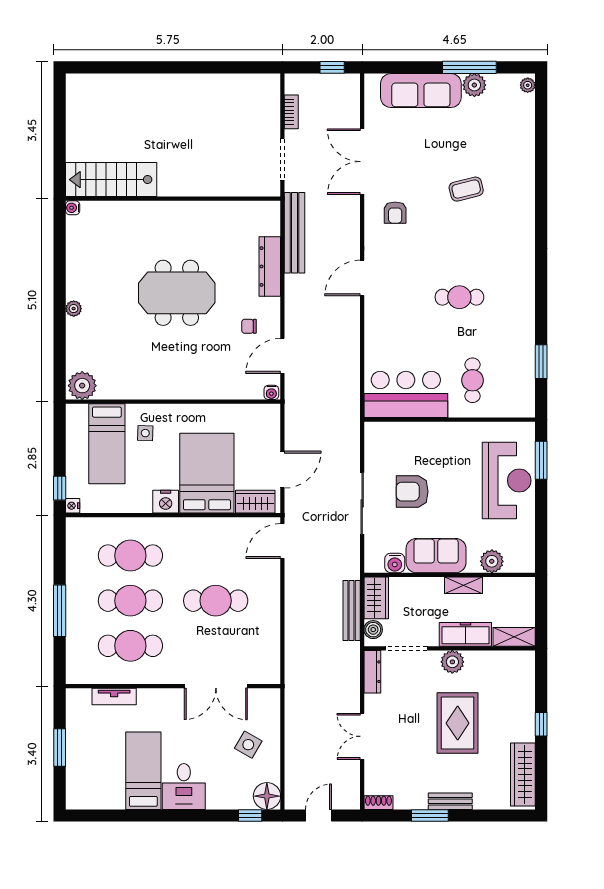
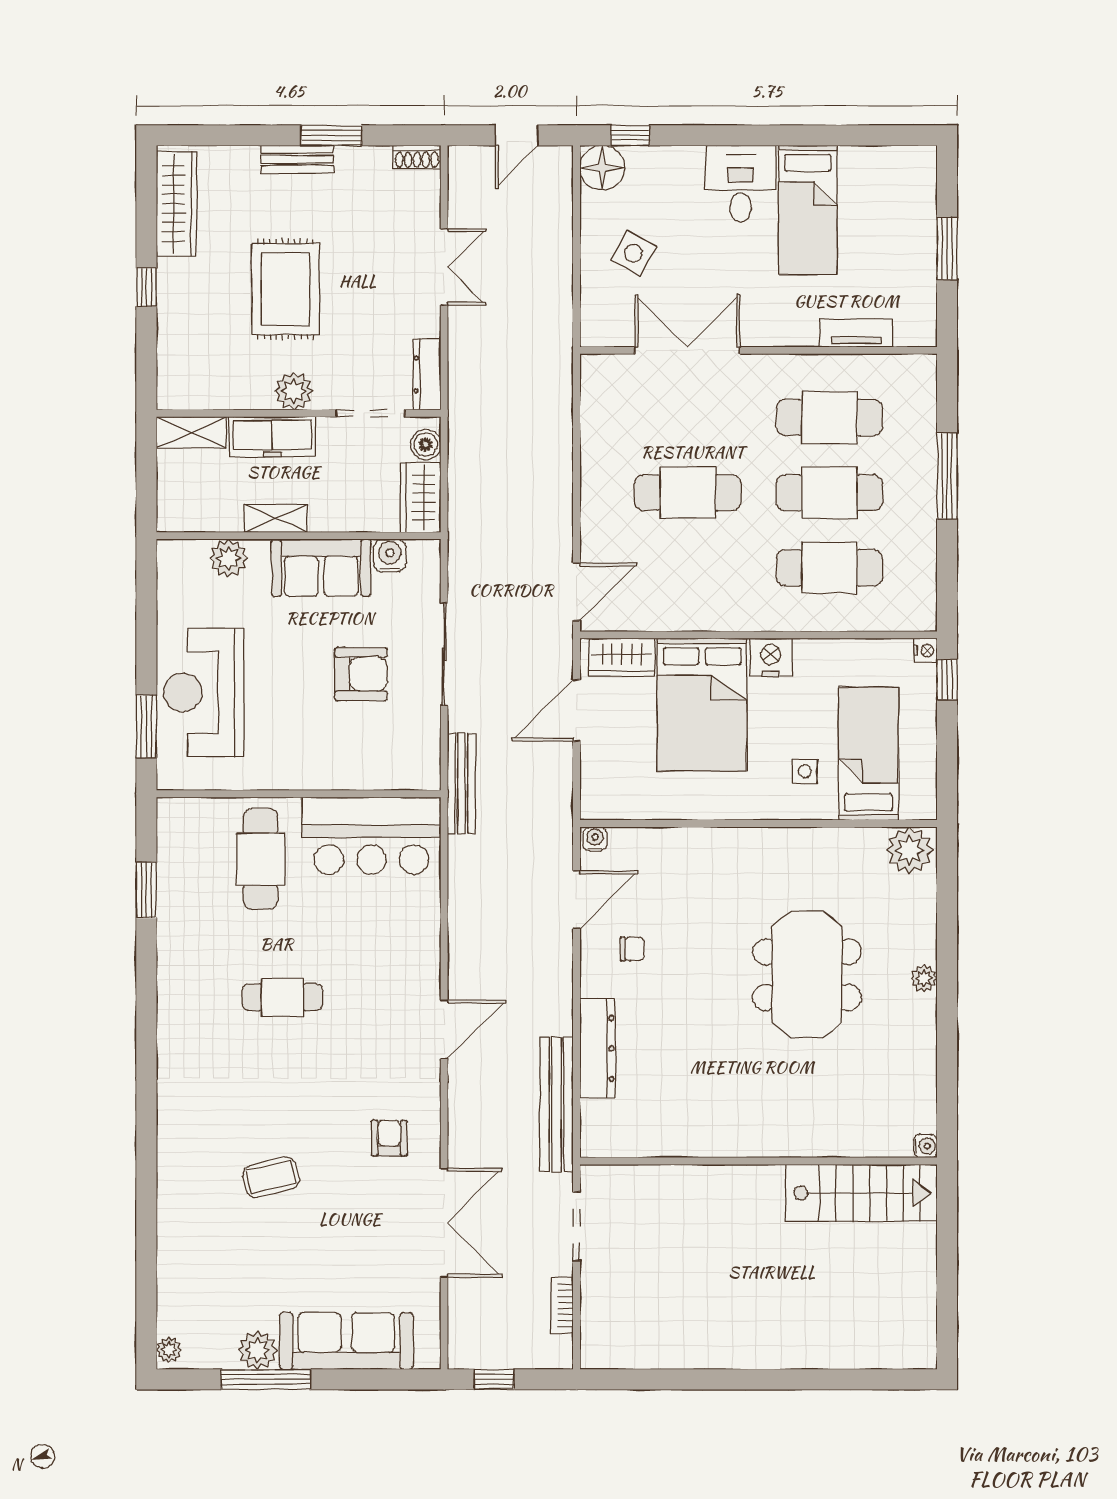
meeting table: (177, 293) -> (807, 975), moved, turned 90
cafe table: (472, 380) -> (261, 859), width x1.37, depth x1.35
bench: (352, 610) -> (462, 784), moved

